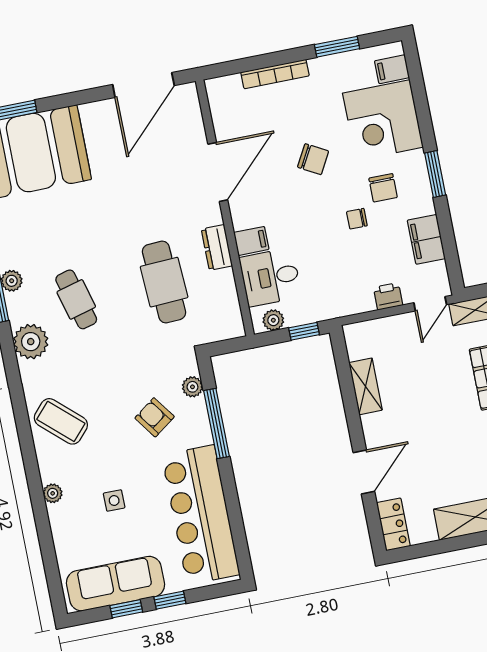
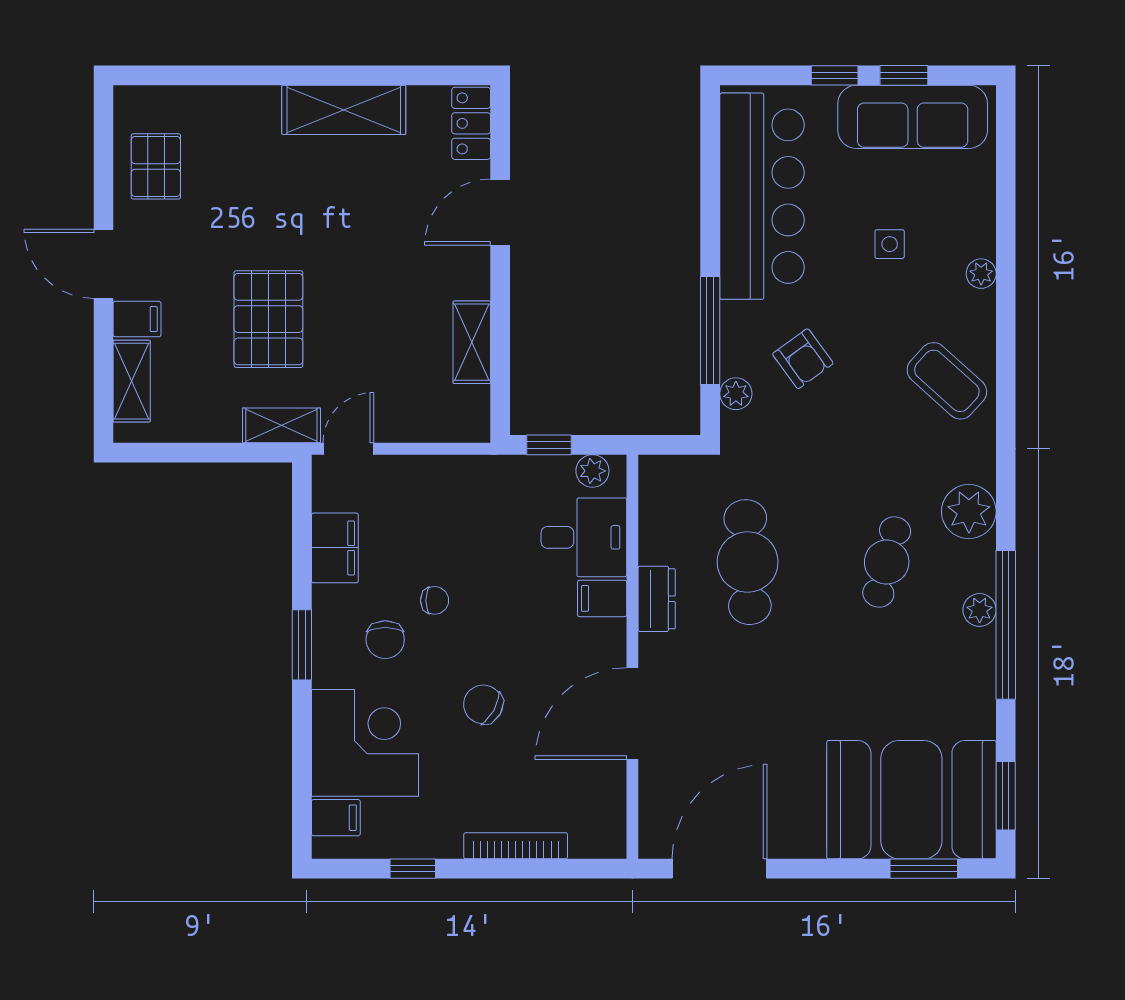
window: (337, 47) -> (413, 869), width x0.67
chair: (383, 188) -> (385, 640), turned 180
printer: (388, 296) -> (410, 473), removed
cafe table: (76, 299) -> (887, 562), turned 30

